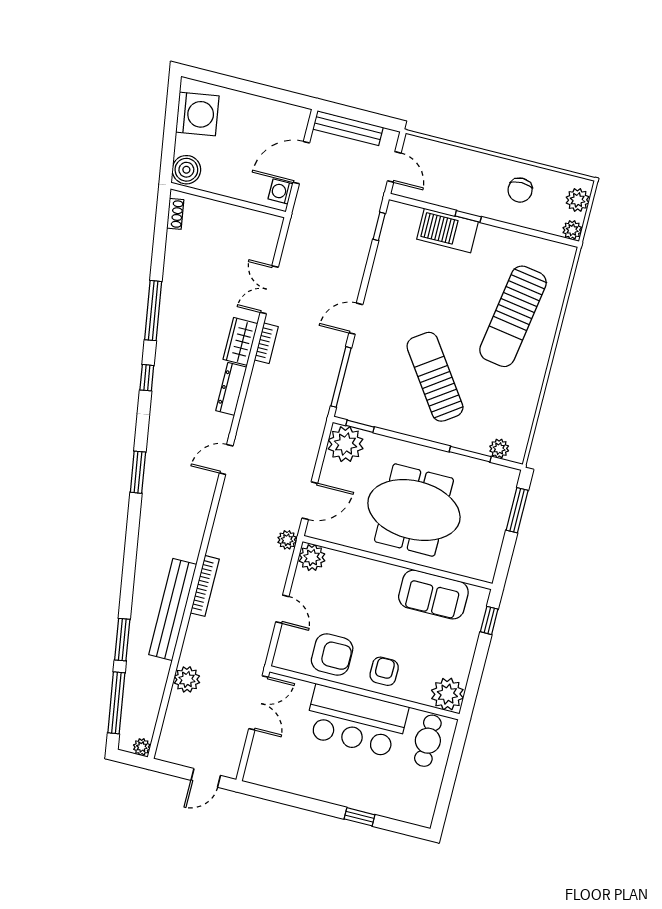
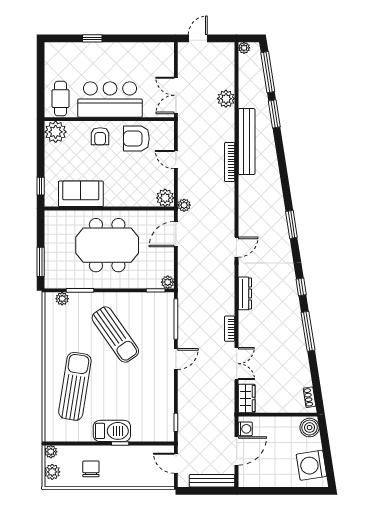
barbecue: (447, 230) -> (112, 431), moved
wardrobe: (240, 341) -> (247, 398), moved
plant: (346, 444) -> (168, 282), width x0.53, depth x0.53

